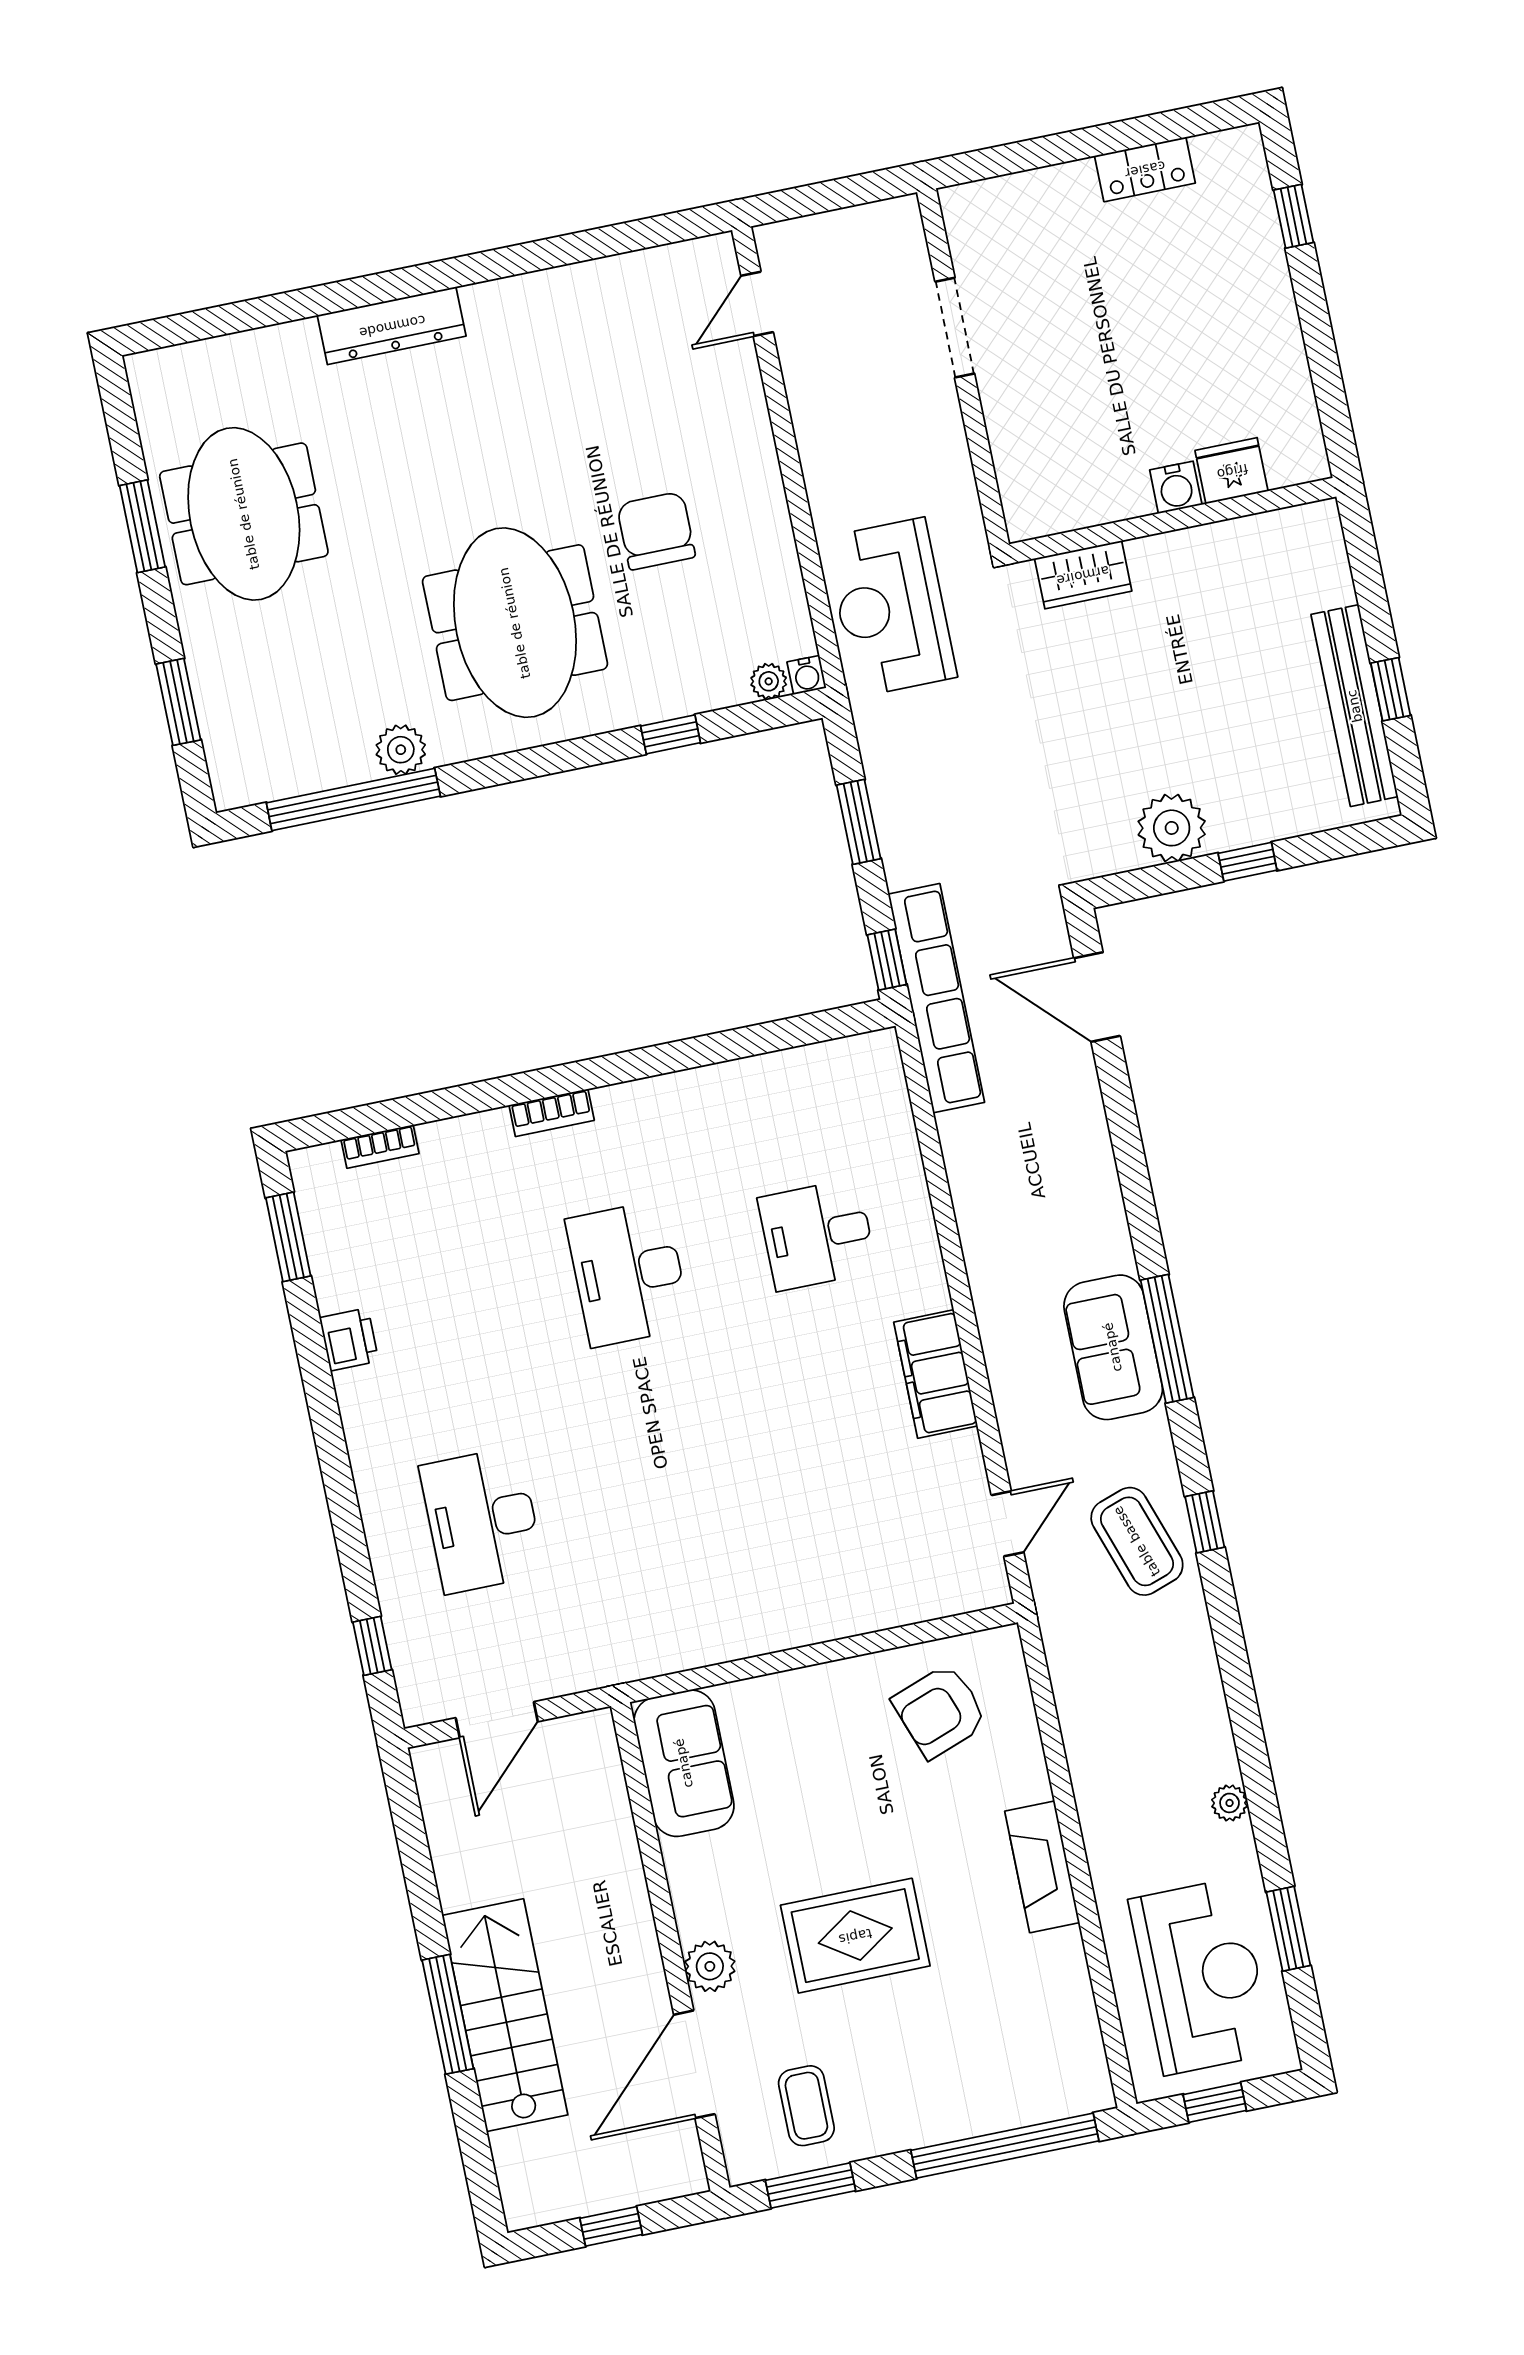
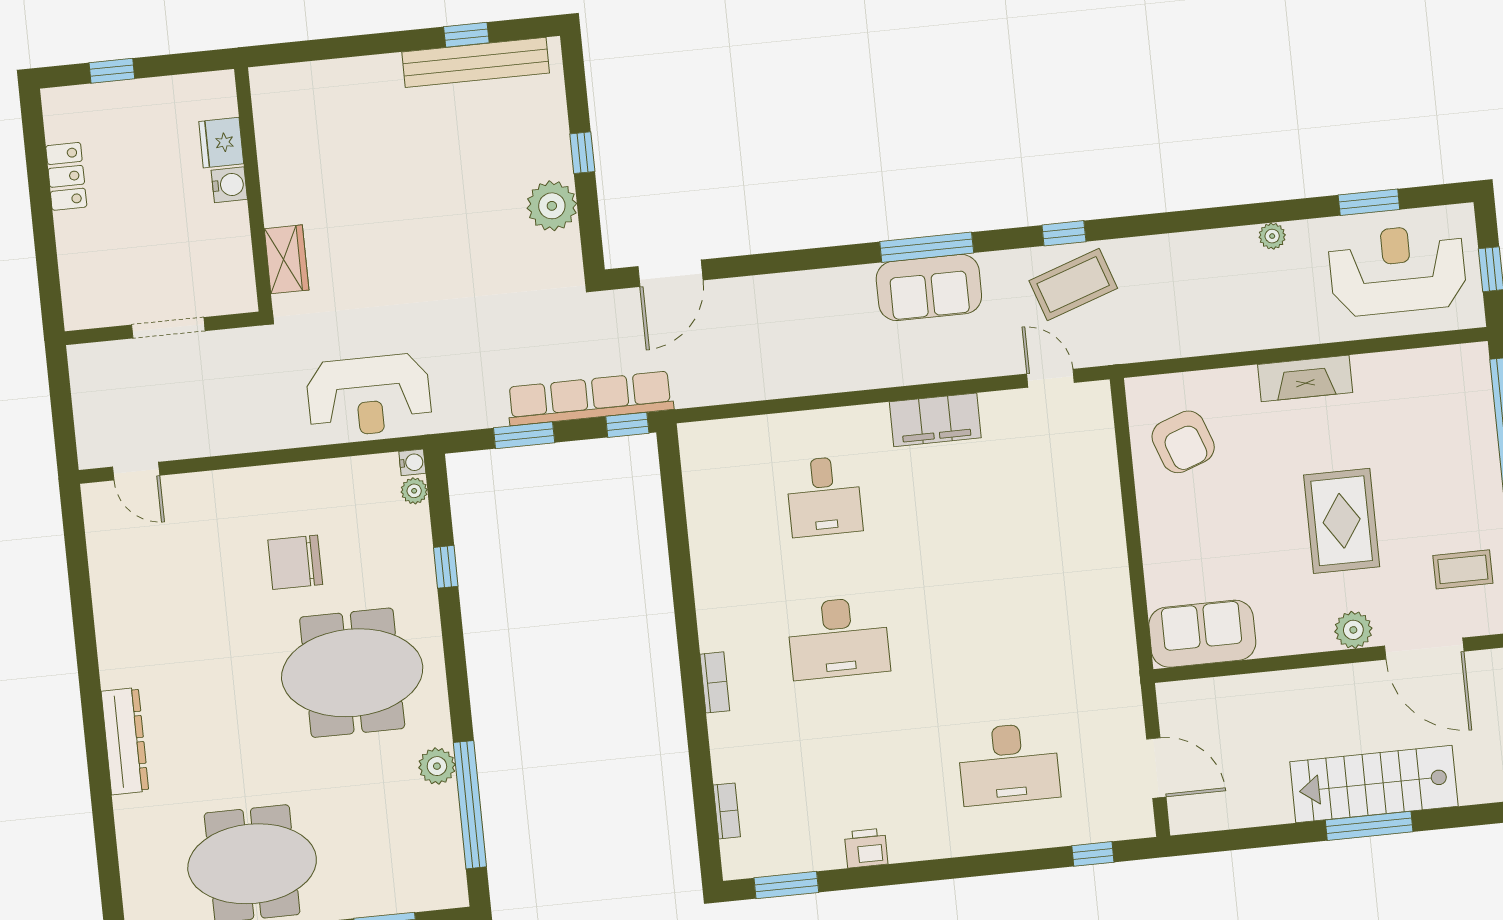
fridge: (1232, 471) -> (221, 143), moved
water cooler: (1176, 487) -> (229, 185), moved
wall: (1173, 520) -> (253, 190), moved
wardrobe: (1083, 575) -> (287, 259), moved
row of seats: (936, 998) -> (590, 398), moved

